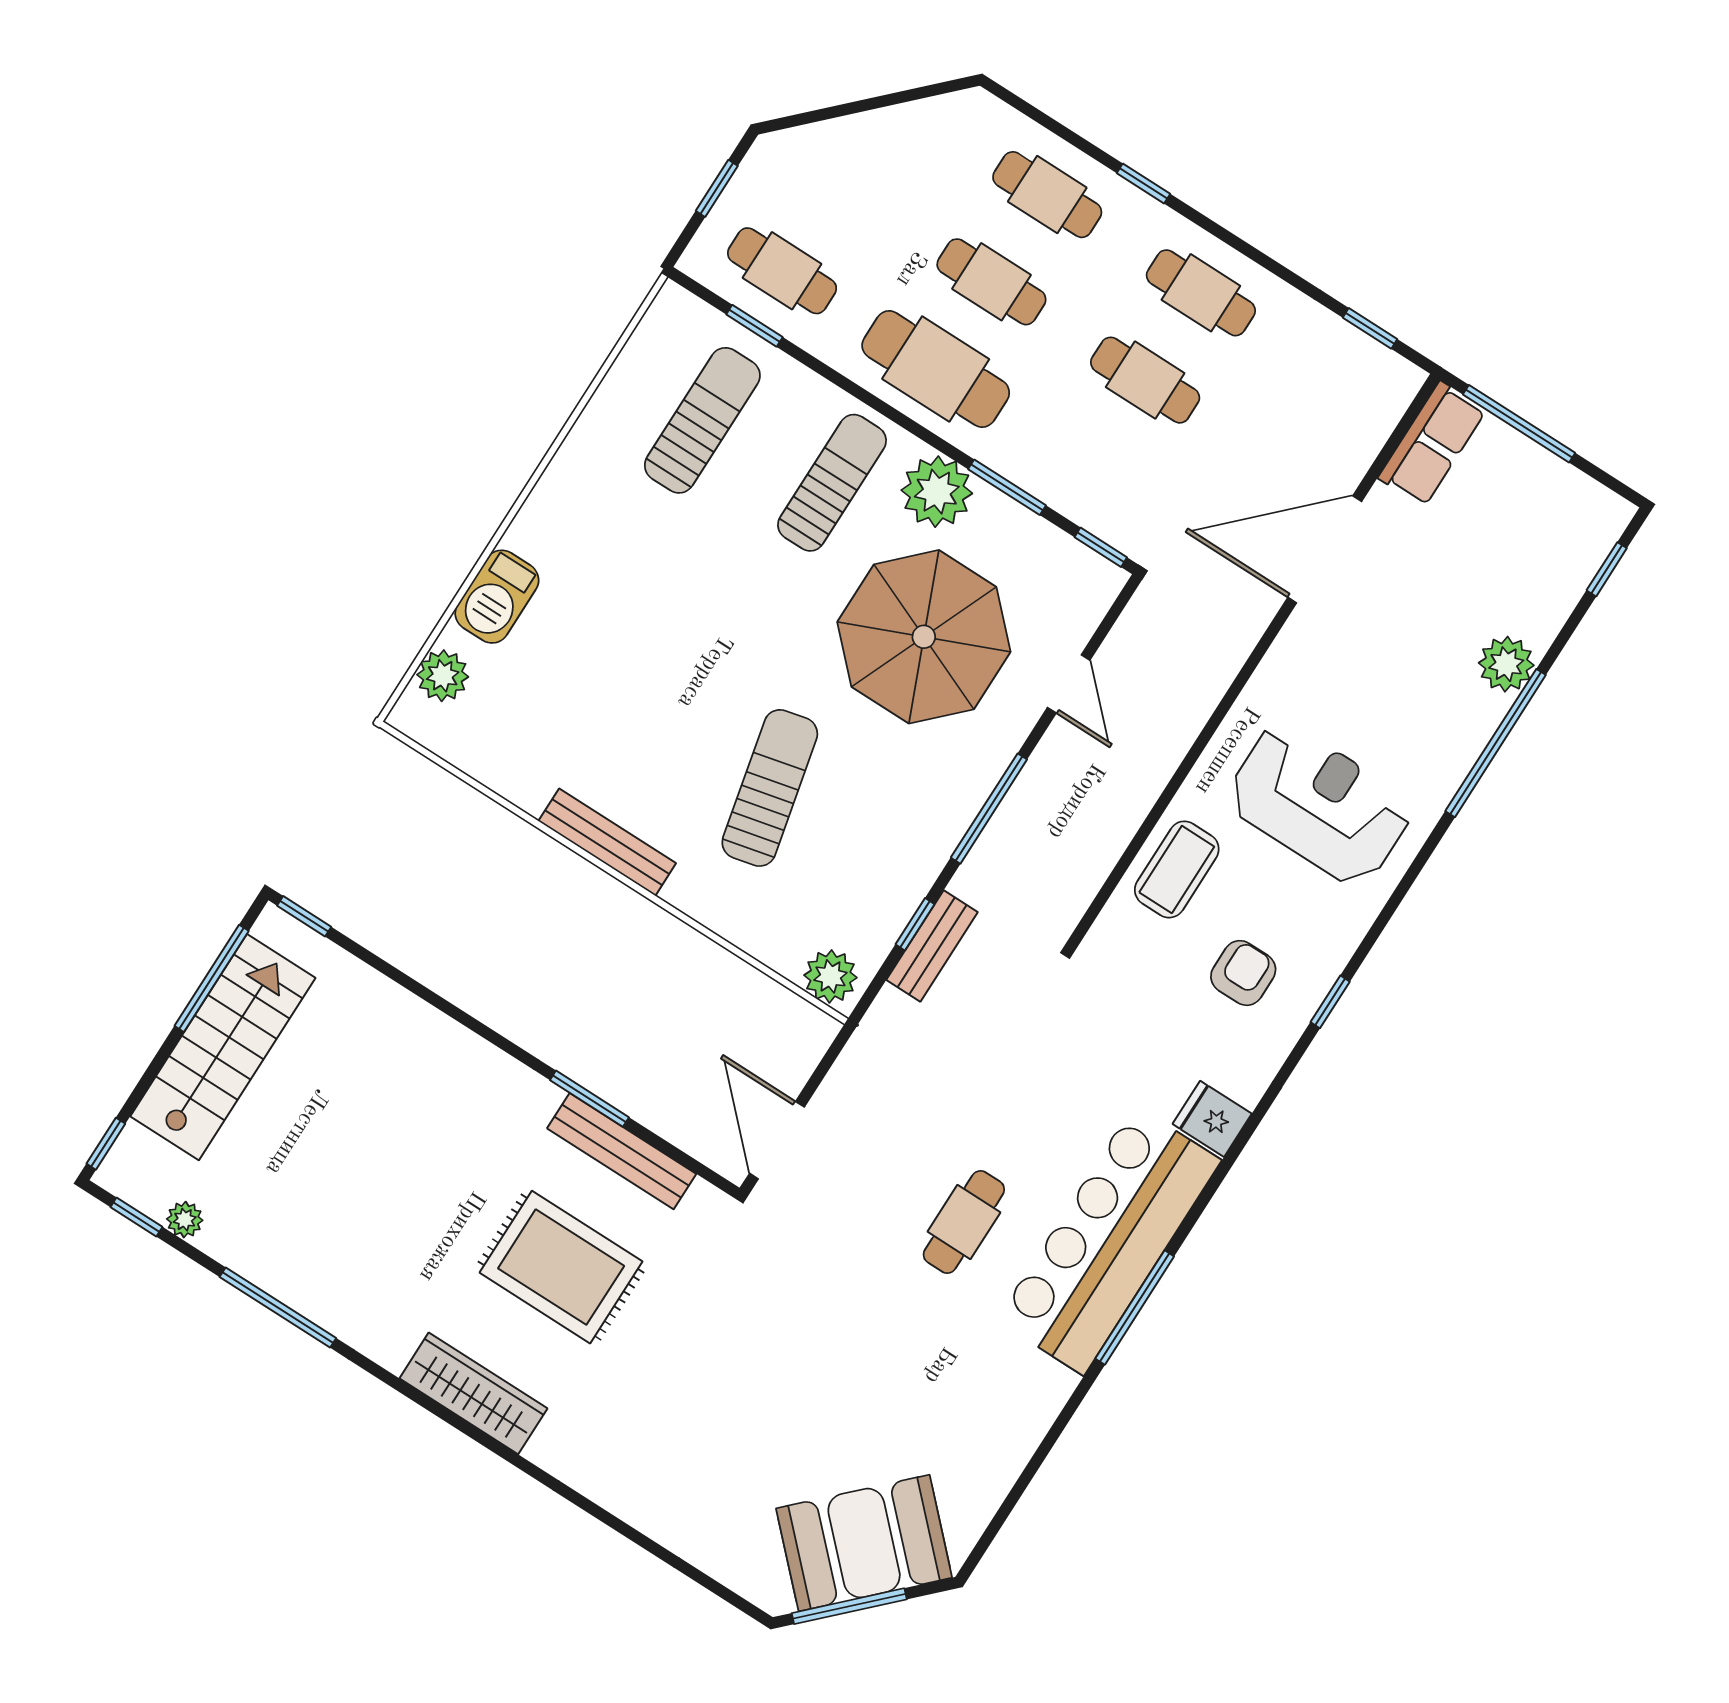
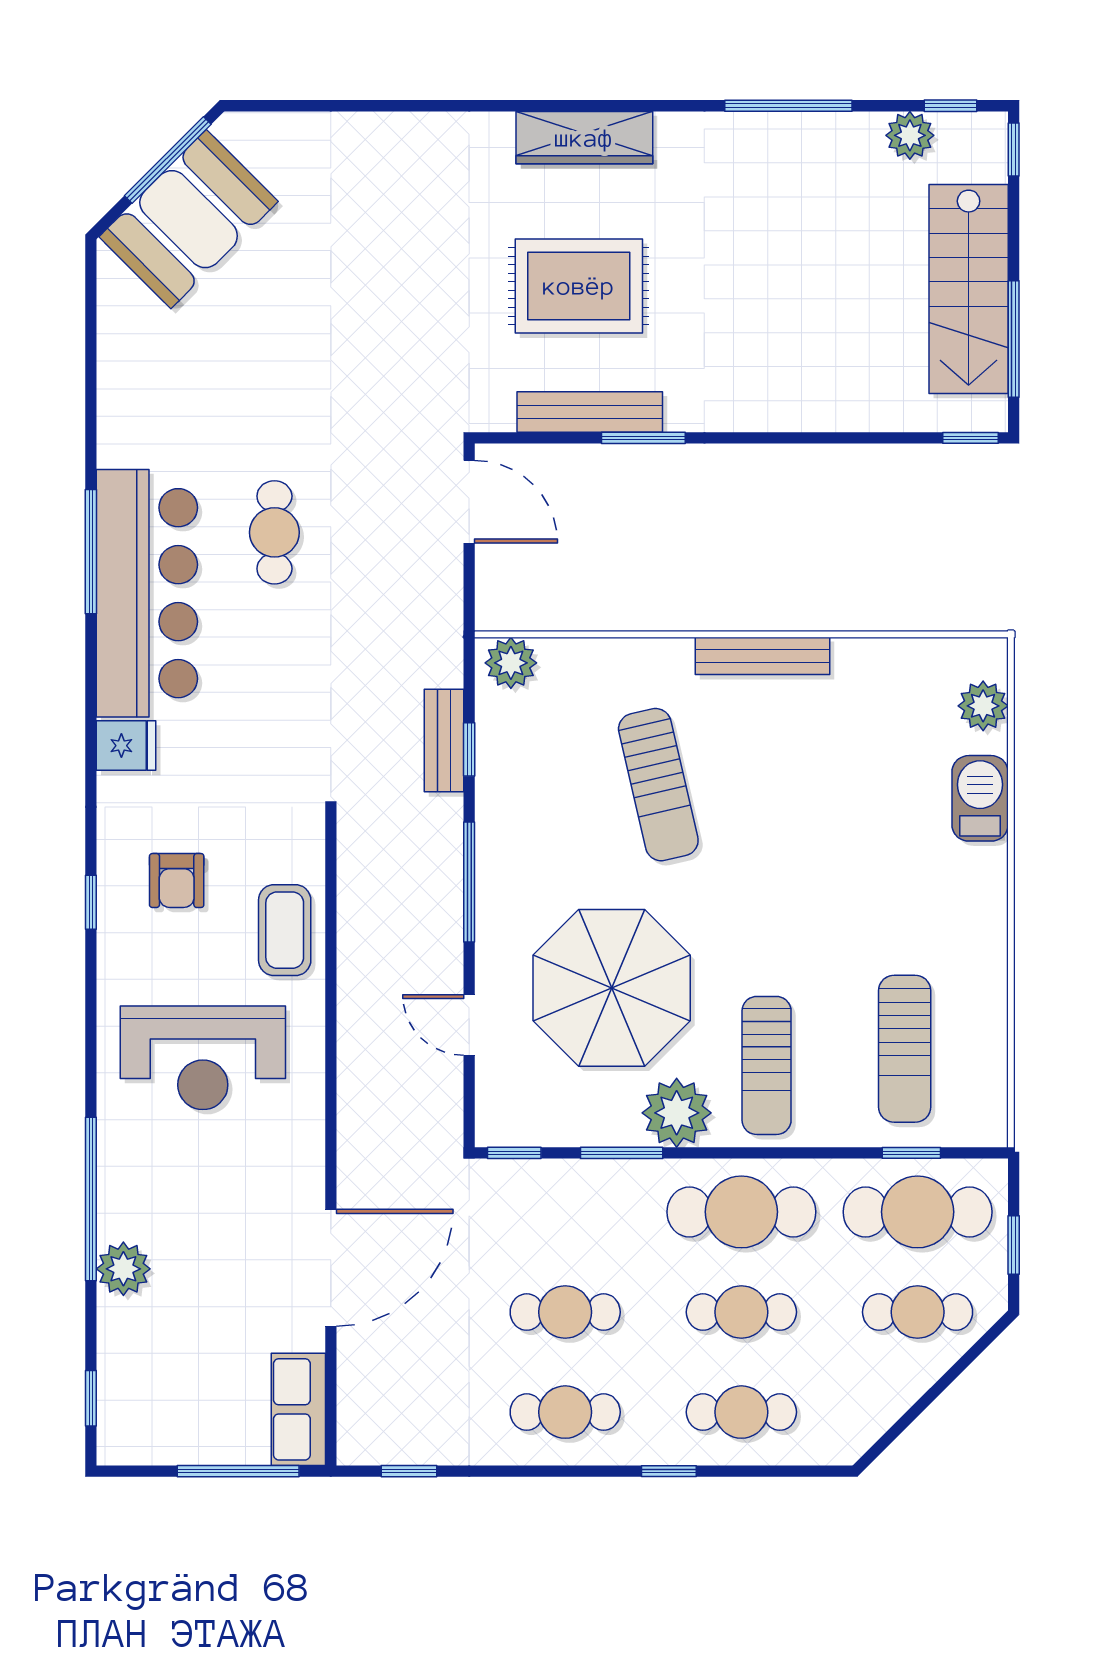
cafe table: (838, 184) -> (918, 1312), added
cafe table: (782, 271) -> (918, 1212), width x1.37, depth x1.35
plant: (185, 1220) -> (910, 135), width x1.38, depth x1.38

